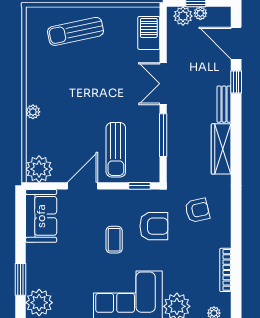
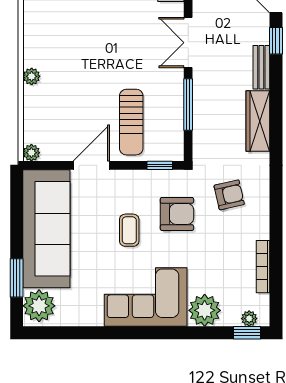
plant: (39, 169) -> (31, 153), width x0.53, depth x0.53
sofa: (41, 216) -> (46, 229), width x1.85, depth x1.27

